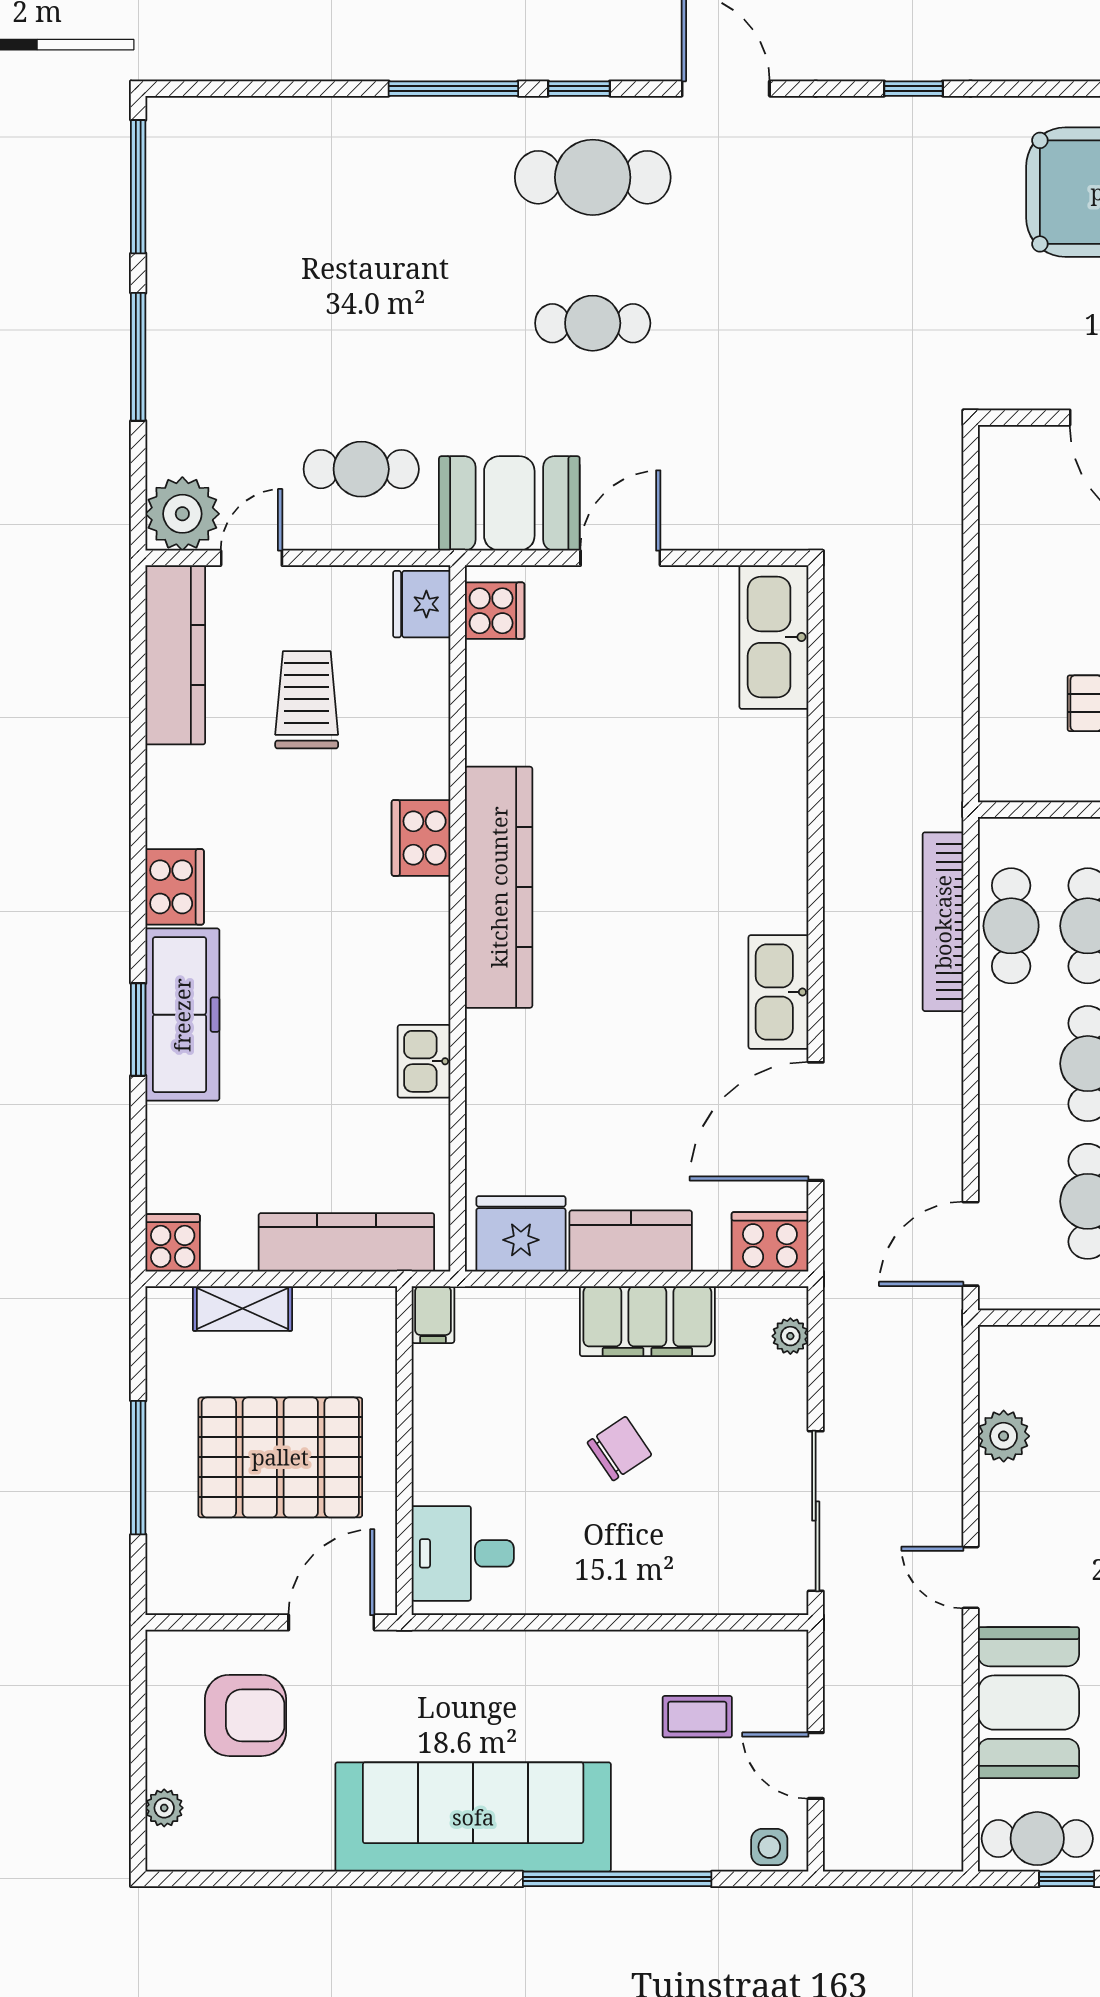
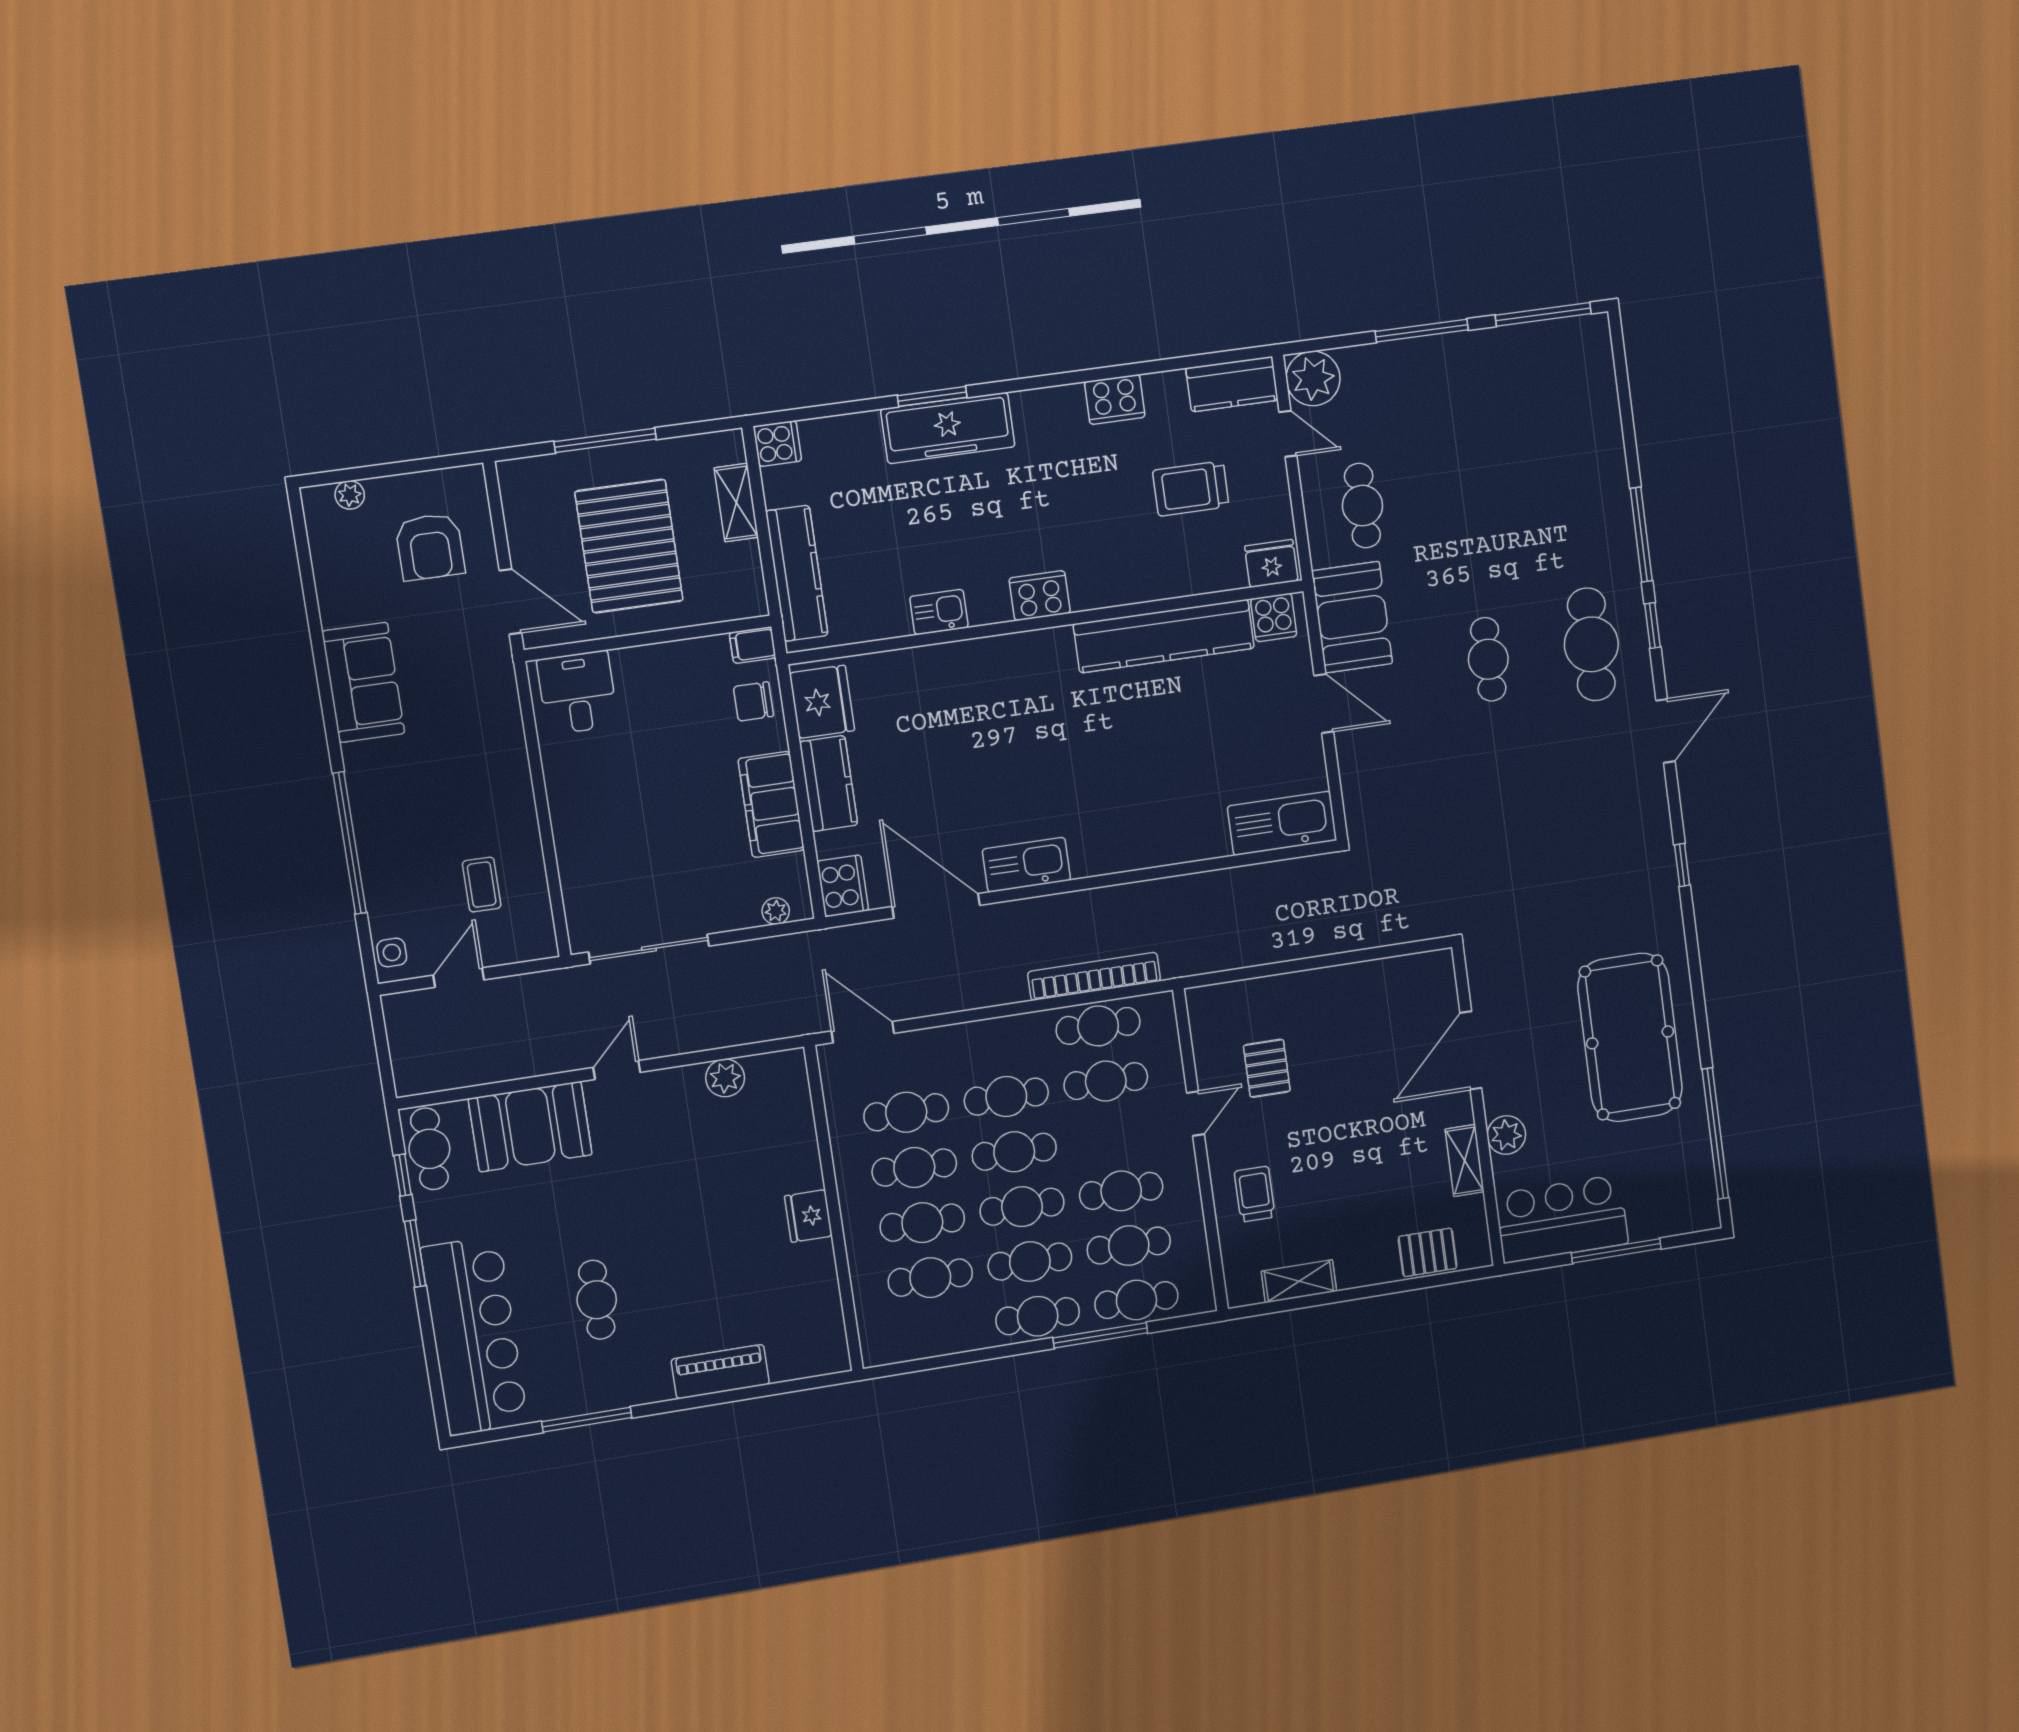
kitchen counter: (175, 655) -> (1232, 384), width x0.67
trolley: (307, 700) -> (1191, 489), turned 180
cooker: (421, 838) -> (1040, 596), moved
cooker: (175, 887) -> (1115, 399), moved
kitchen counter: (499, 887) -> (1164, 636), moved
chair: (619, 1449) -> (753, 701), moved, turned 124
sofa: (473, 1817) -> (363, 682), width x0.54, depth x0.79

